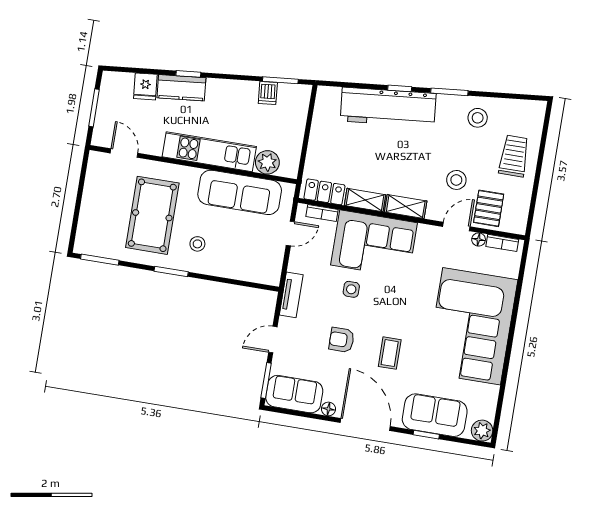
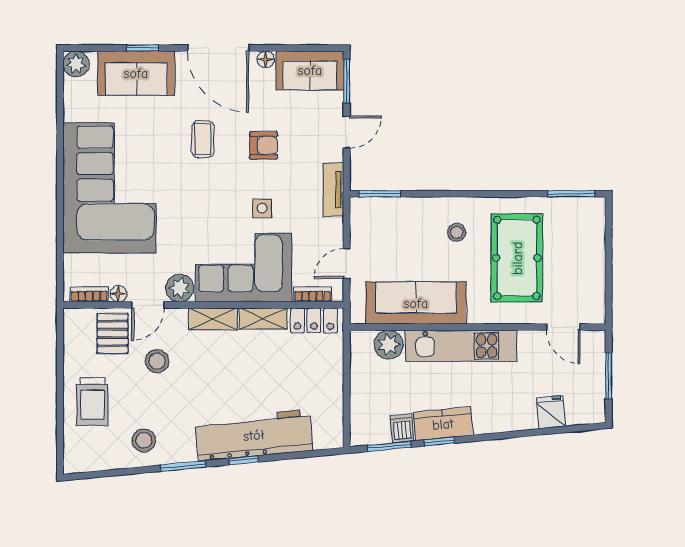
window: (188, 74) -> (439, 442), moved
kitchen counter: (181, 88) -> (443, 424), moved
plant: (428, 236) -> (180, 288), added
window: (171, 272) -> (380, 194), moved

